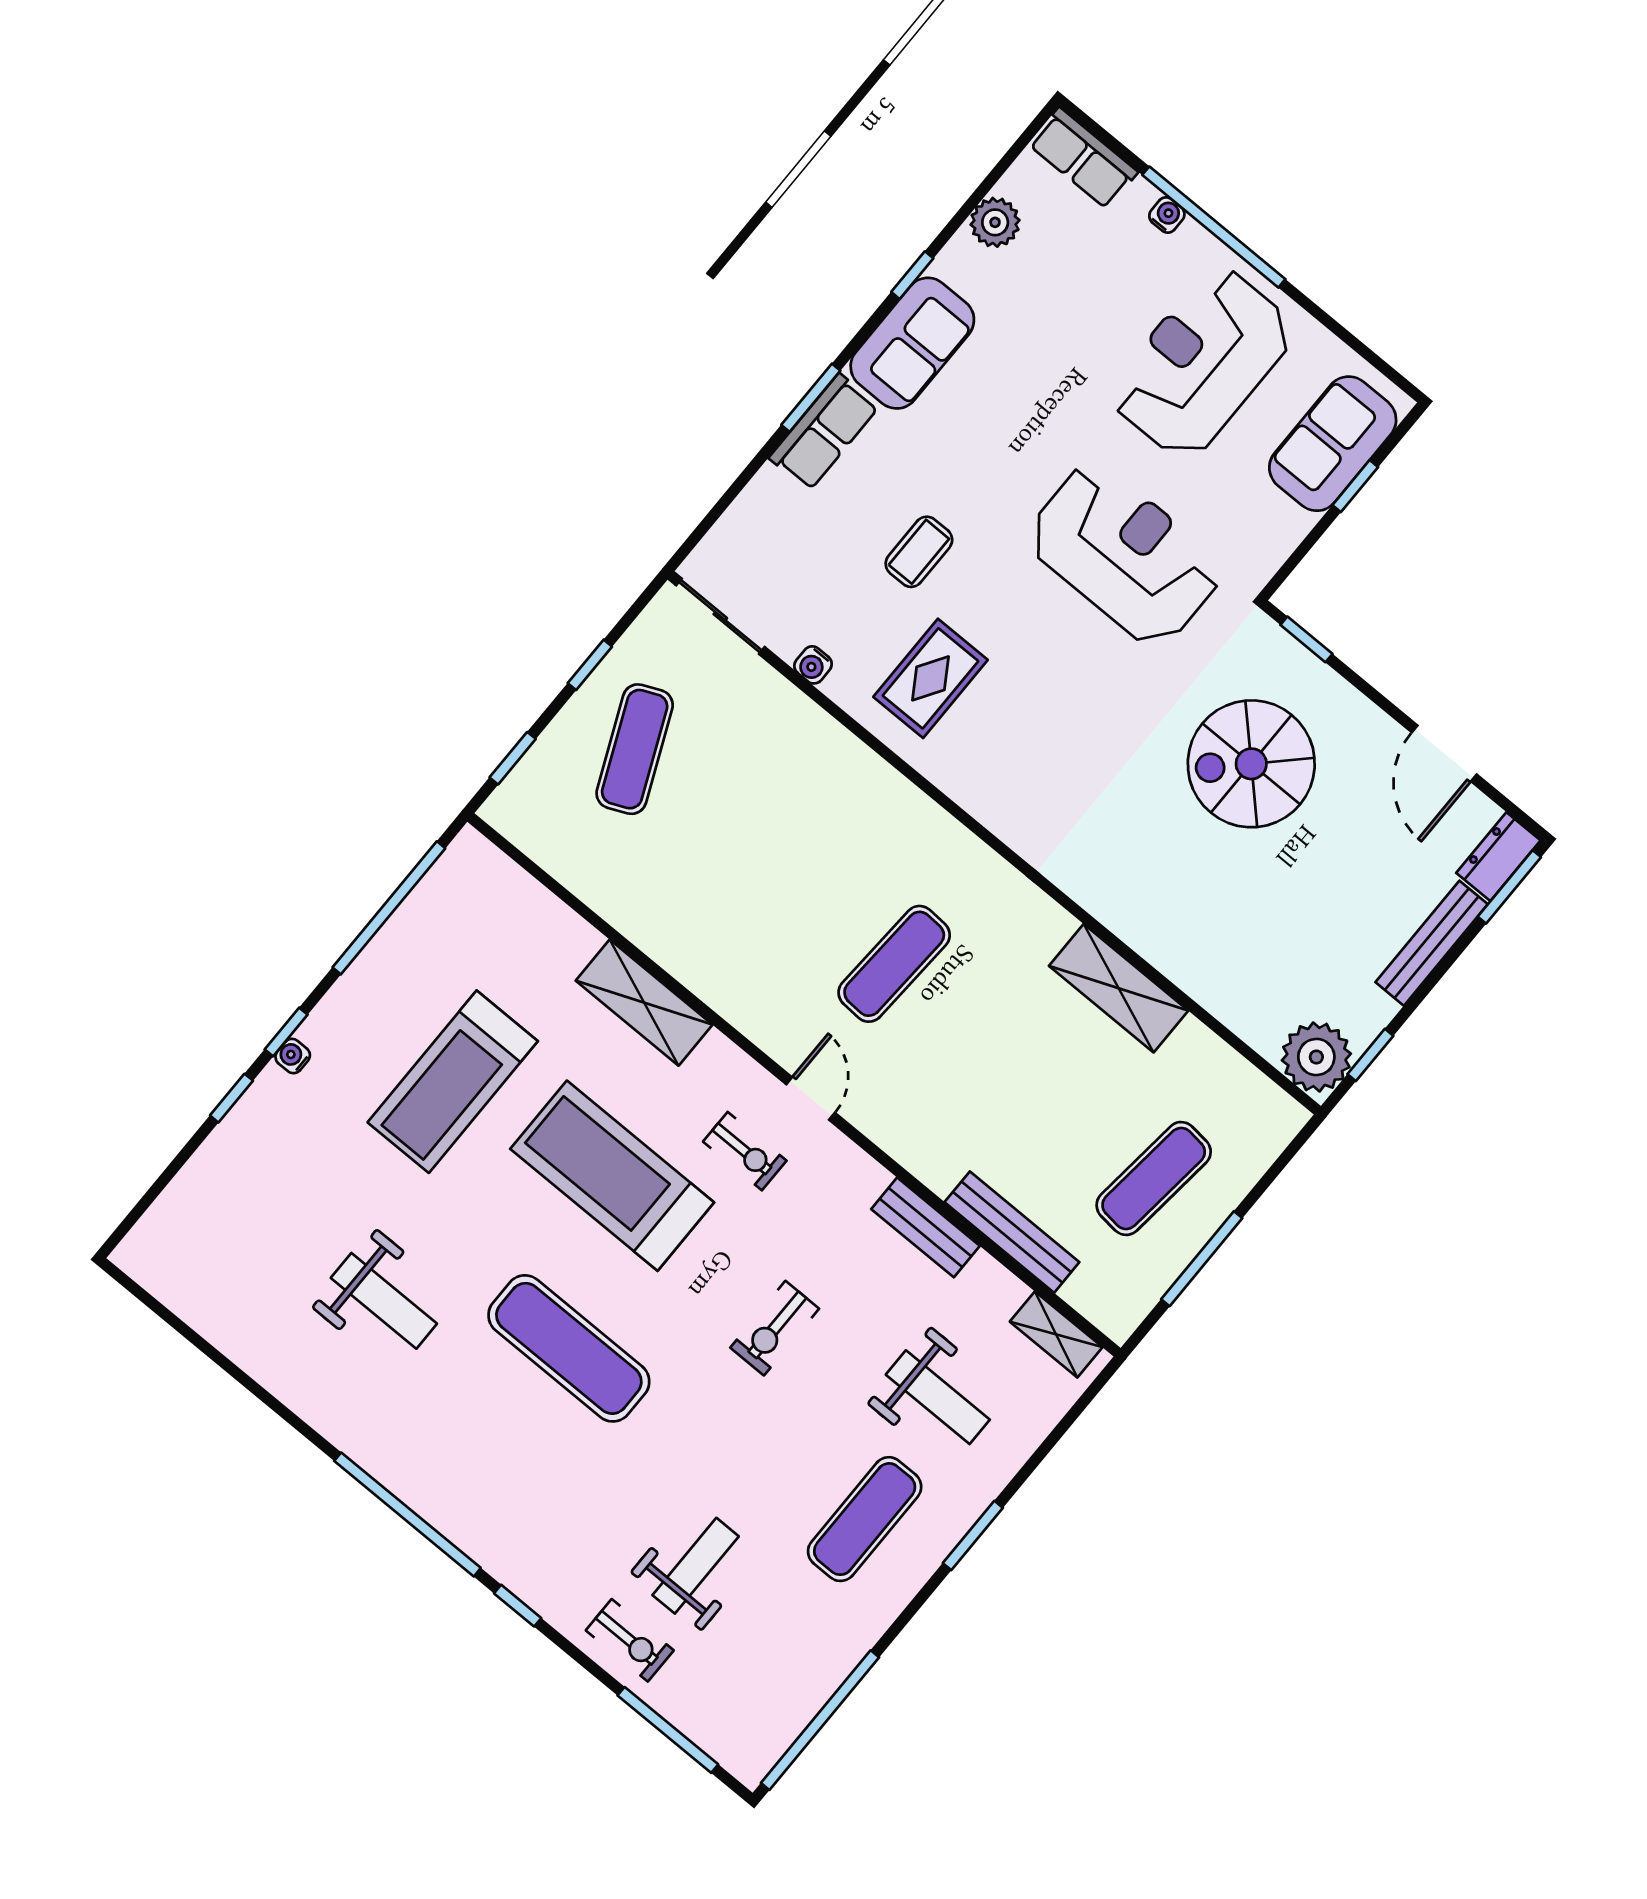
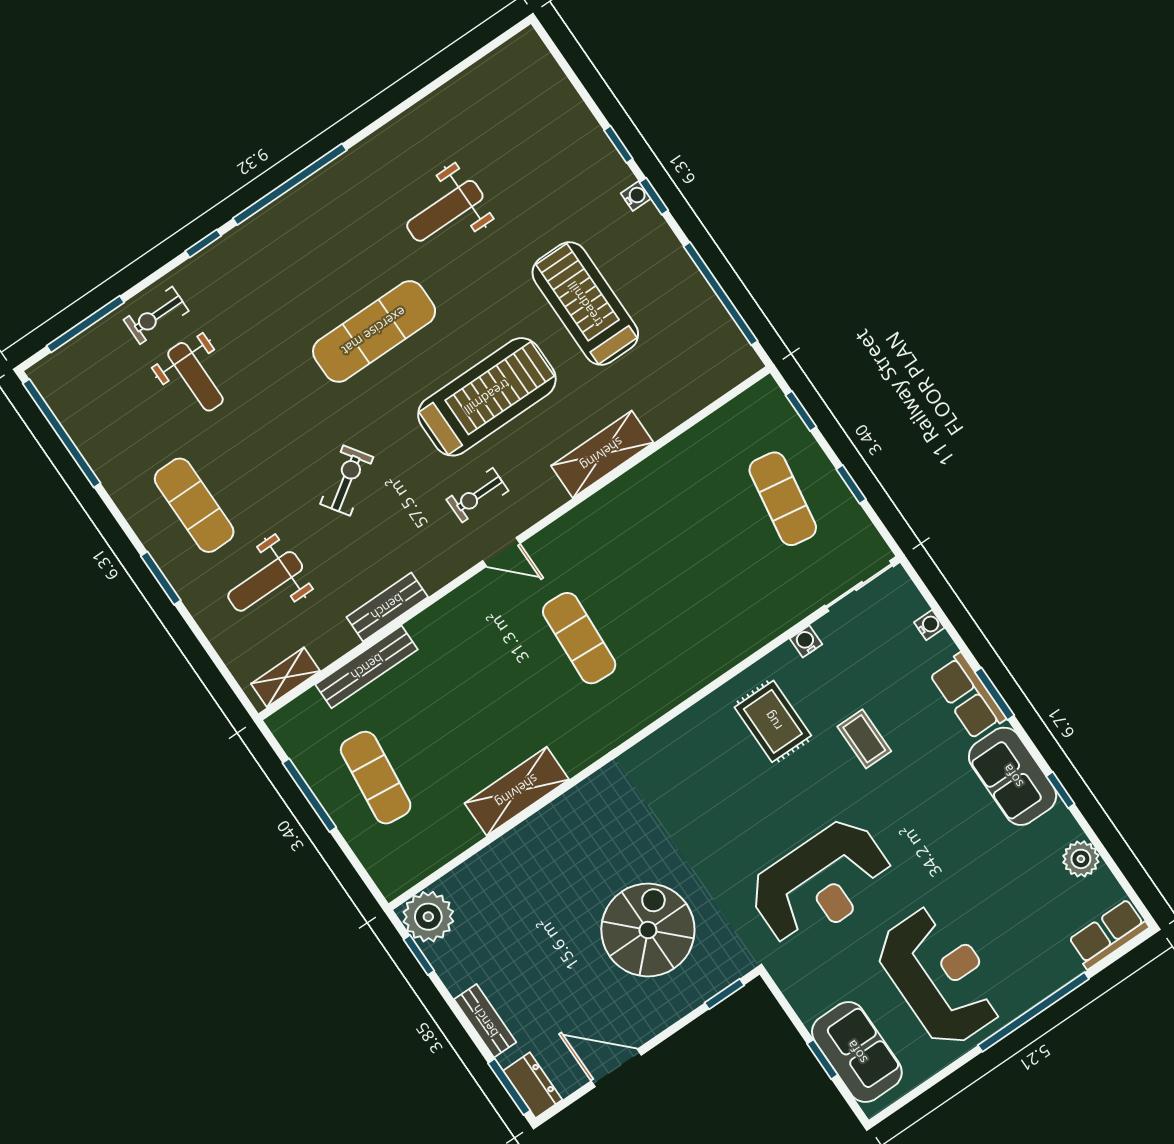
water cooler: (1167, 215) -> (929, 625), moved, turned -90
exercise mat: (635, 749) -> (783, 499), turned 33
bench: (1432, 943) -> (485, 1021), width x0.73
exercise bike: (775, 1328) -> (347, 480), turned 56

